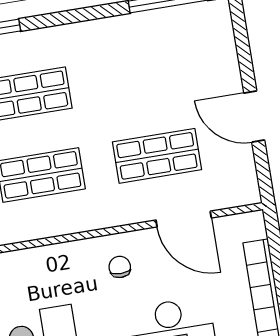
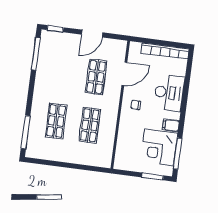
window: (240, 28) -> (55, 29), added

